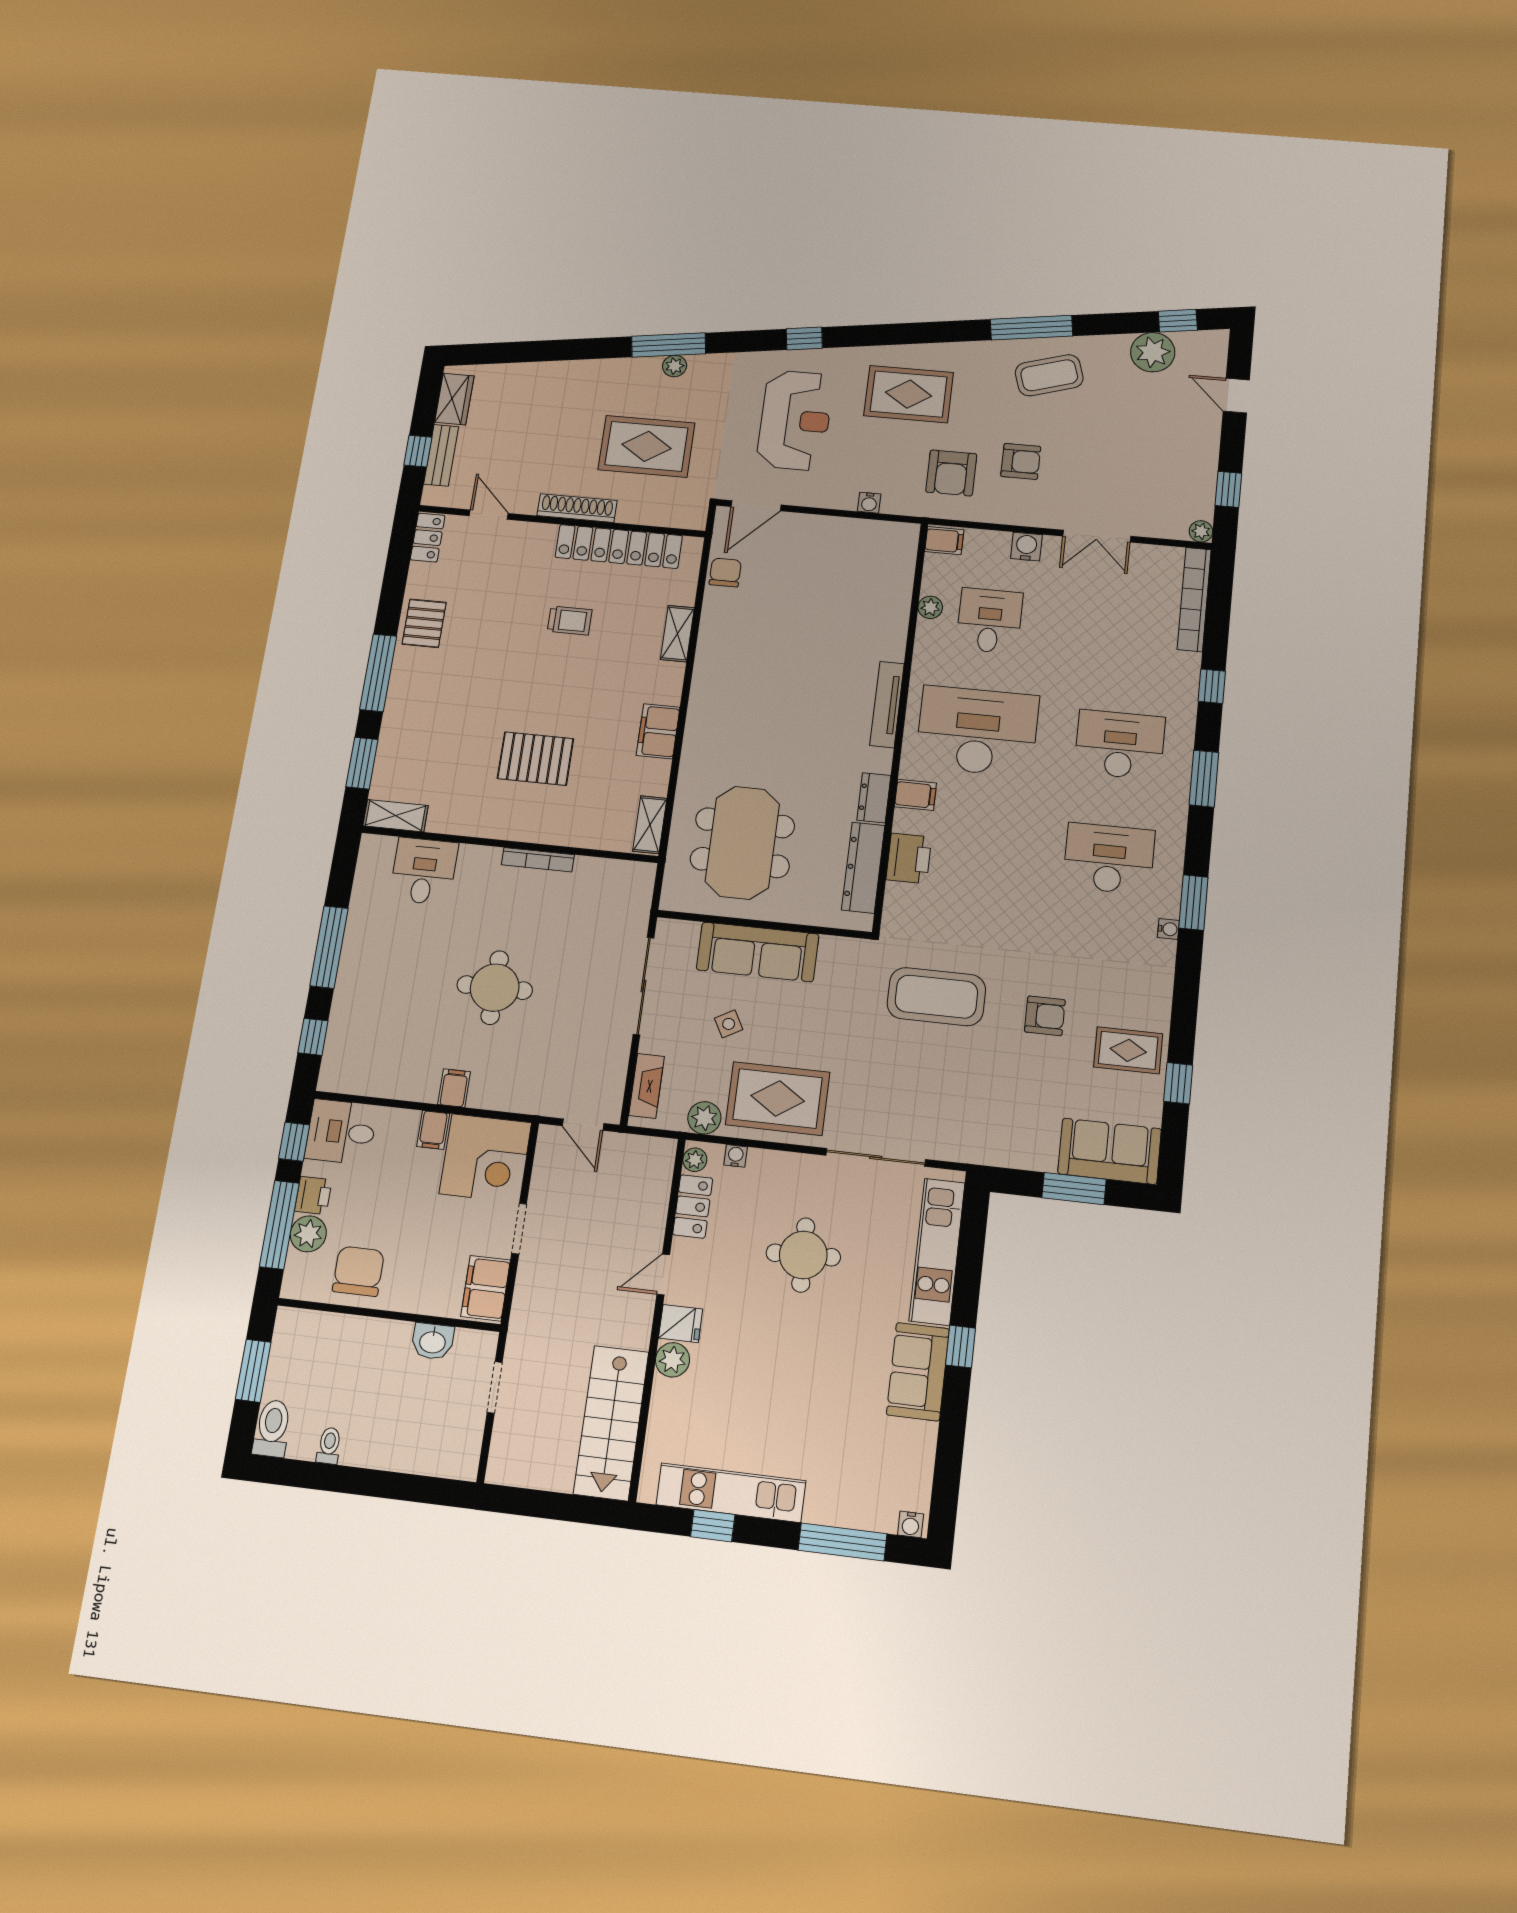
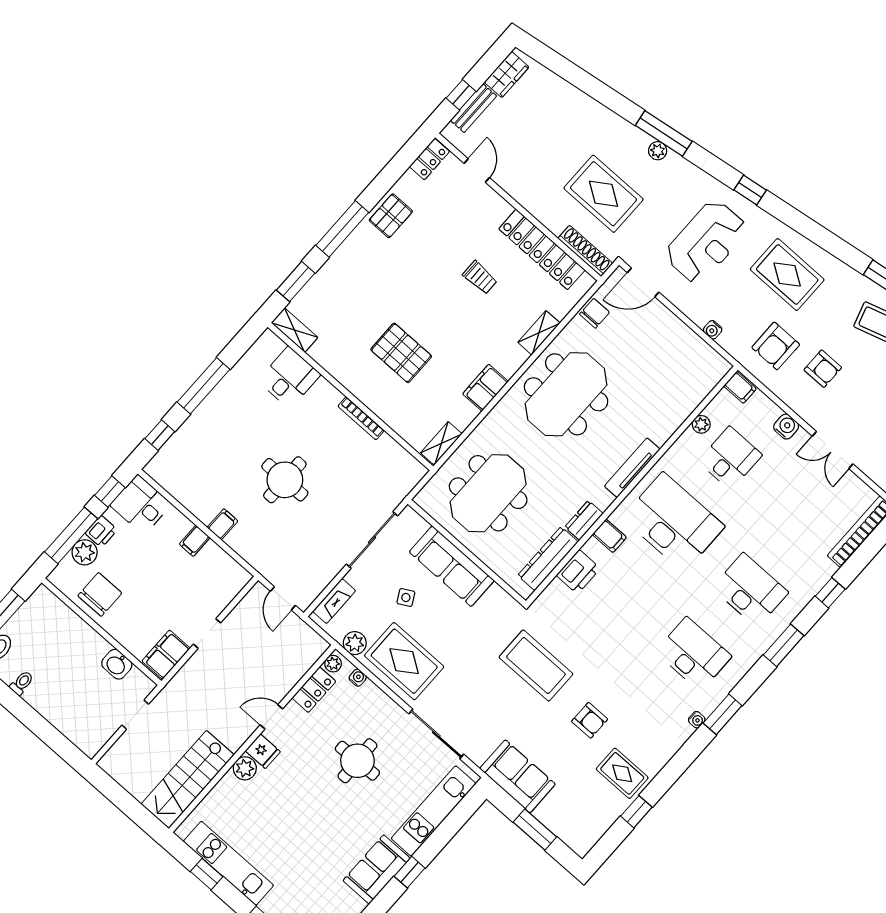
shoe rack: (577, 508) -> (585, 251), moved
meeting table: (755, 677) -> (566, 394), added
sofa: (1110, 1151) -> (518, 776), moved
corner desk: (485, 1158) -> (214, 579), removed

